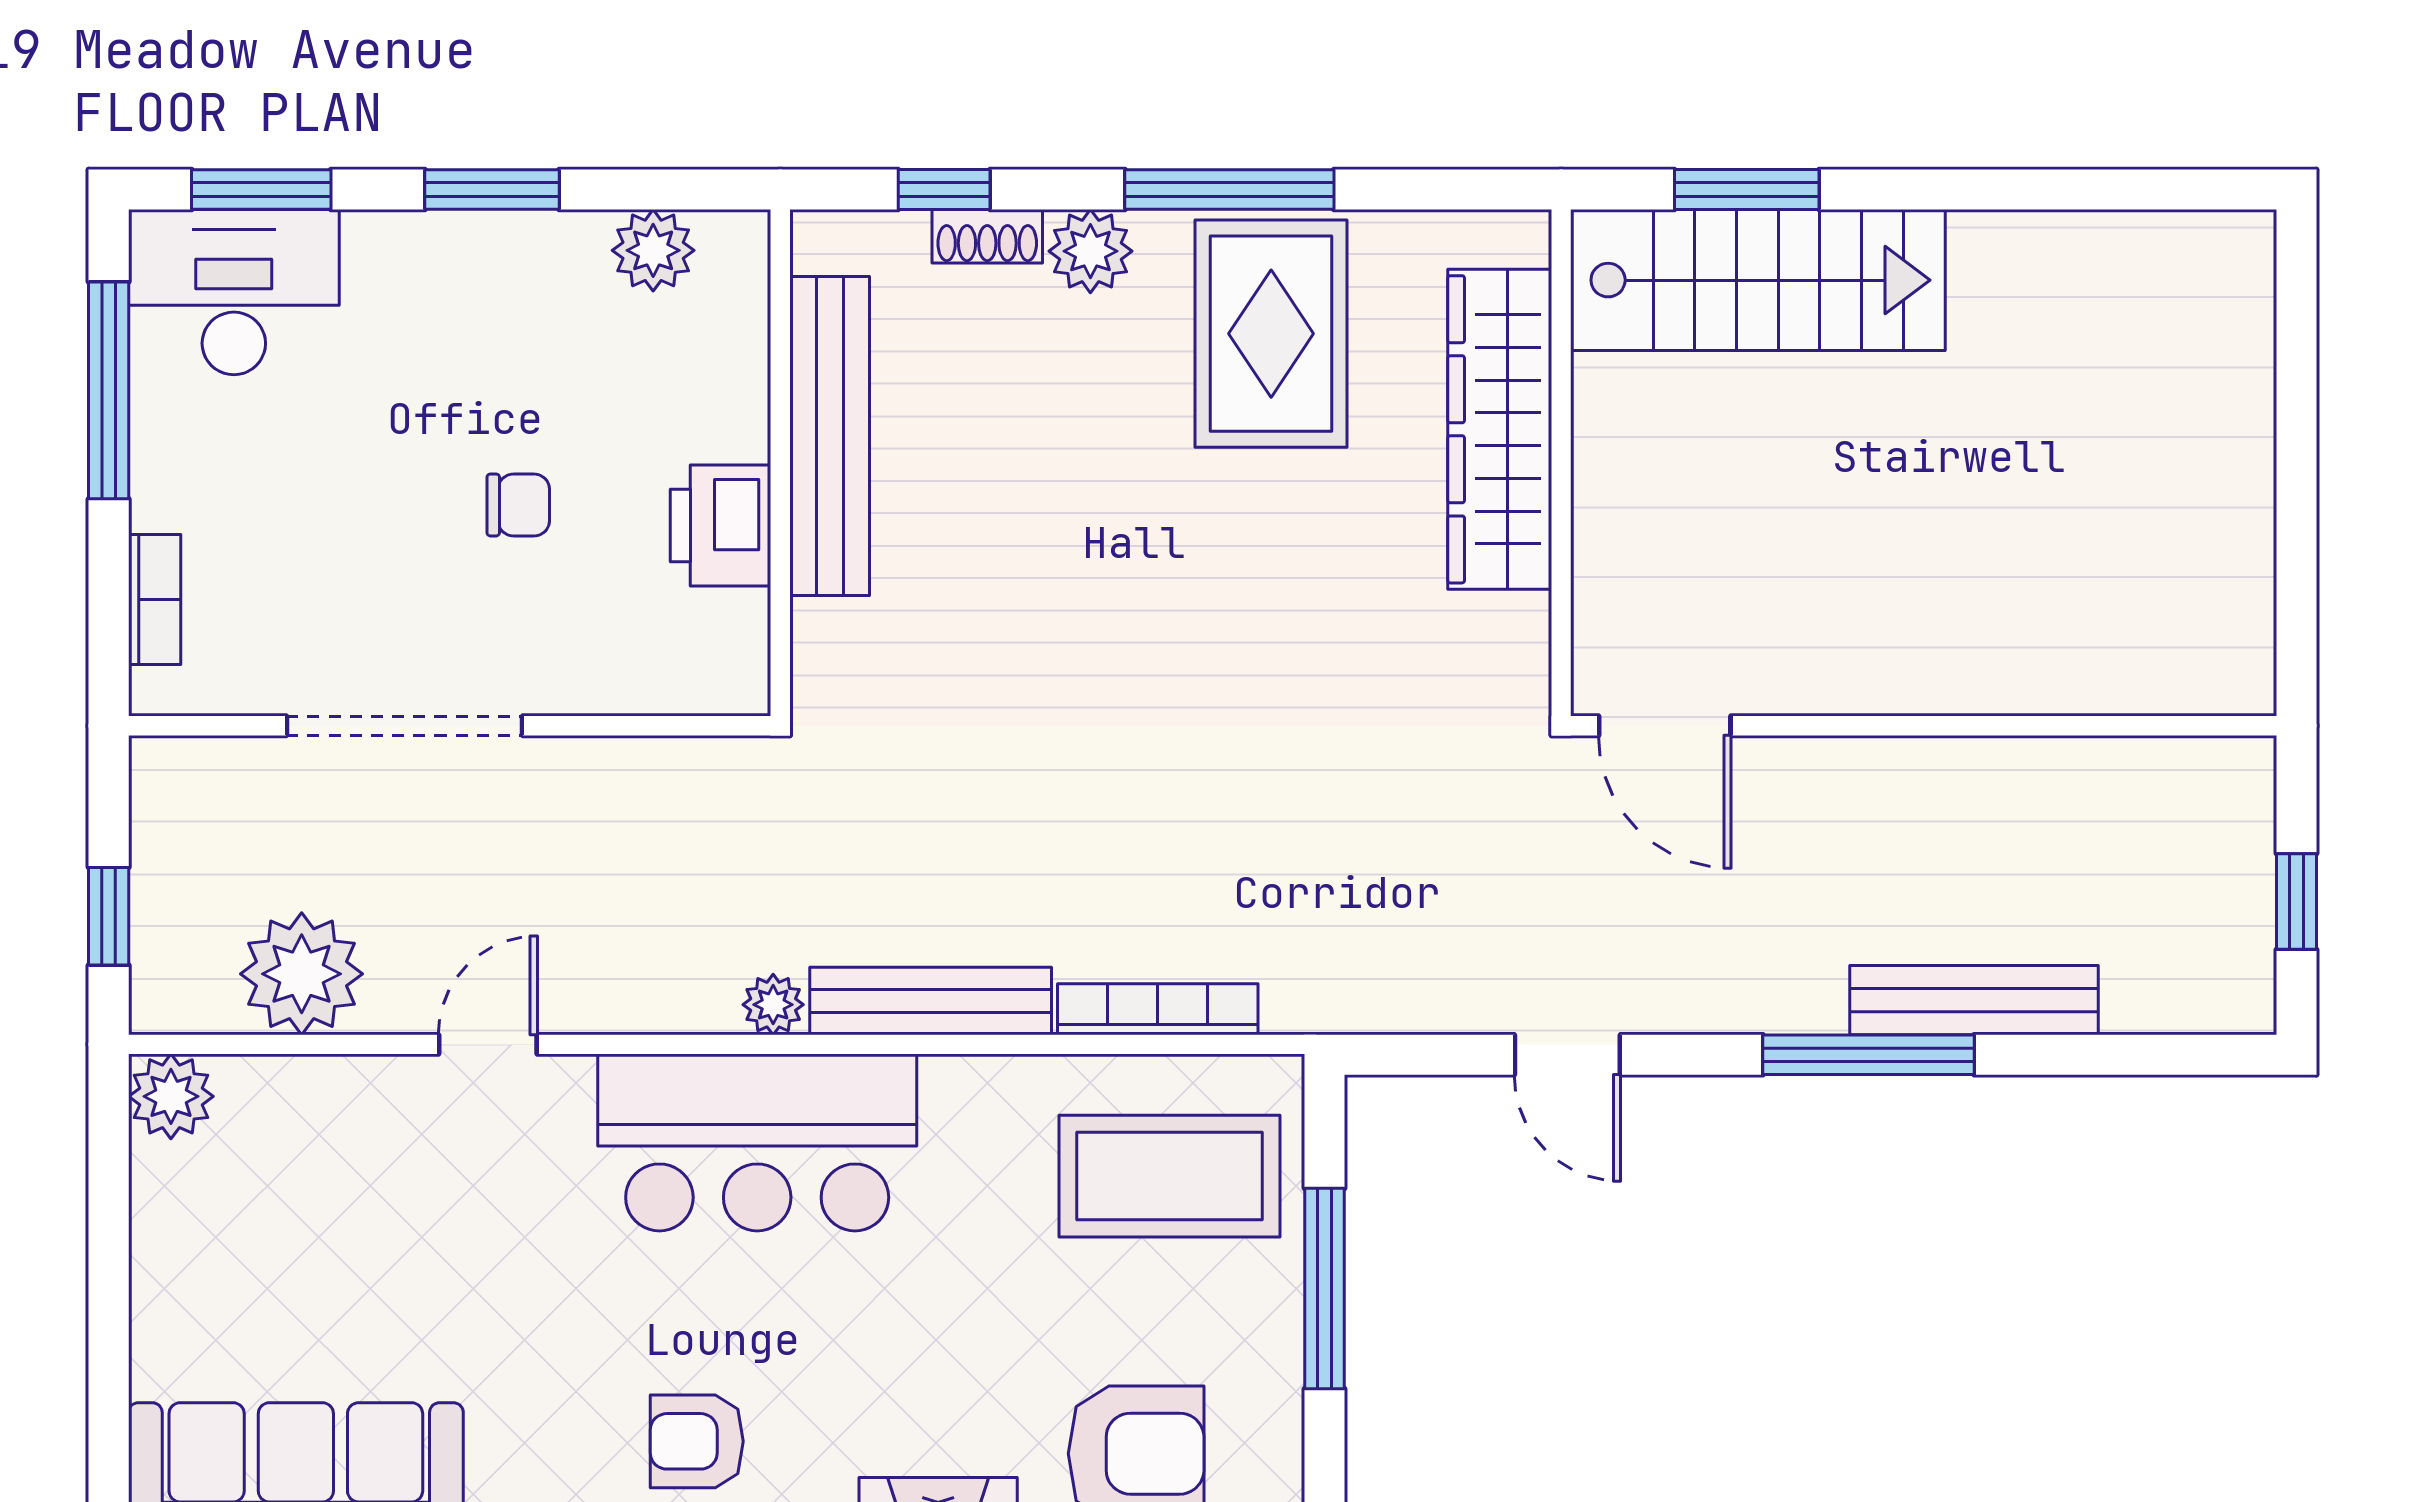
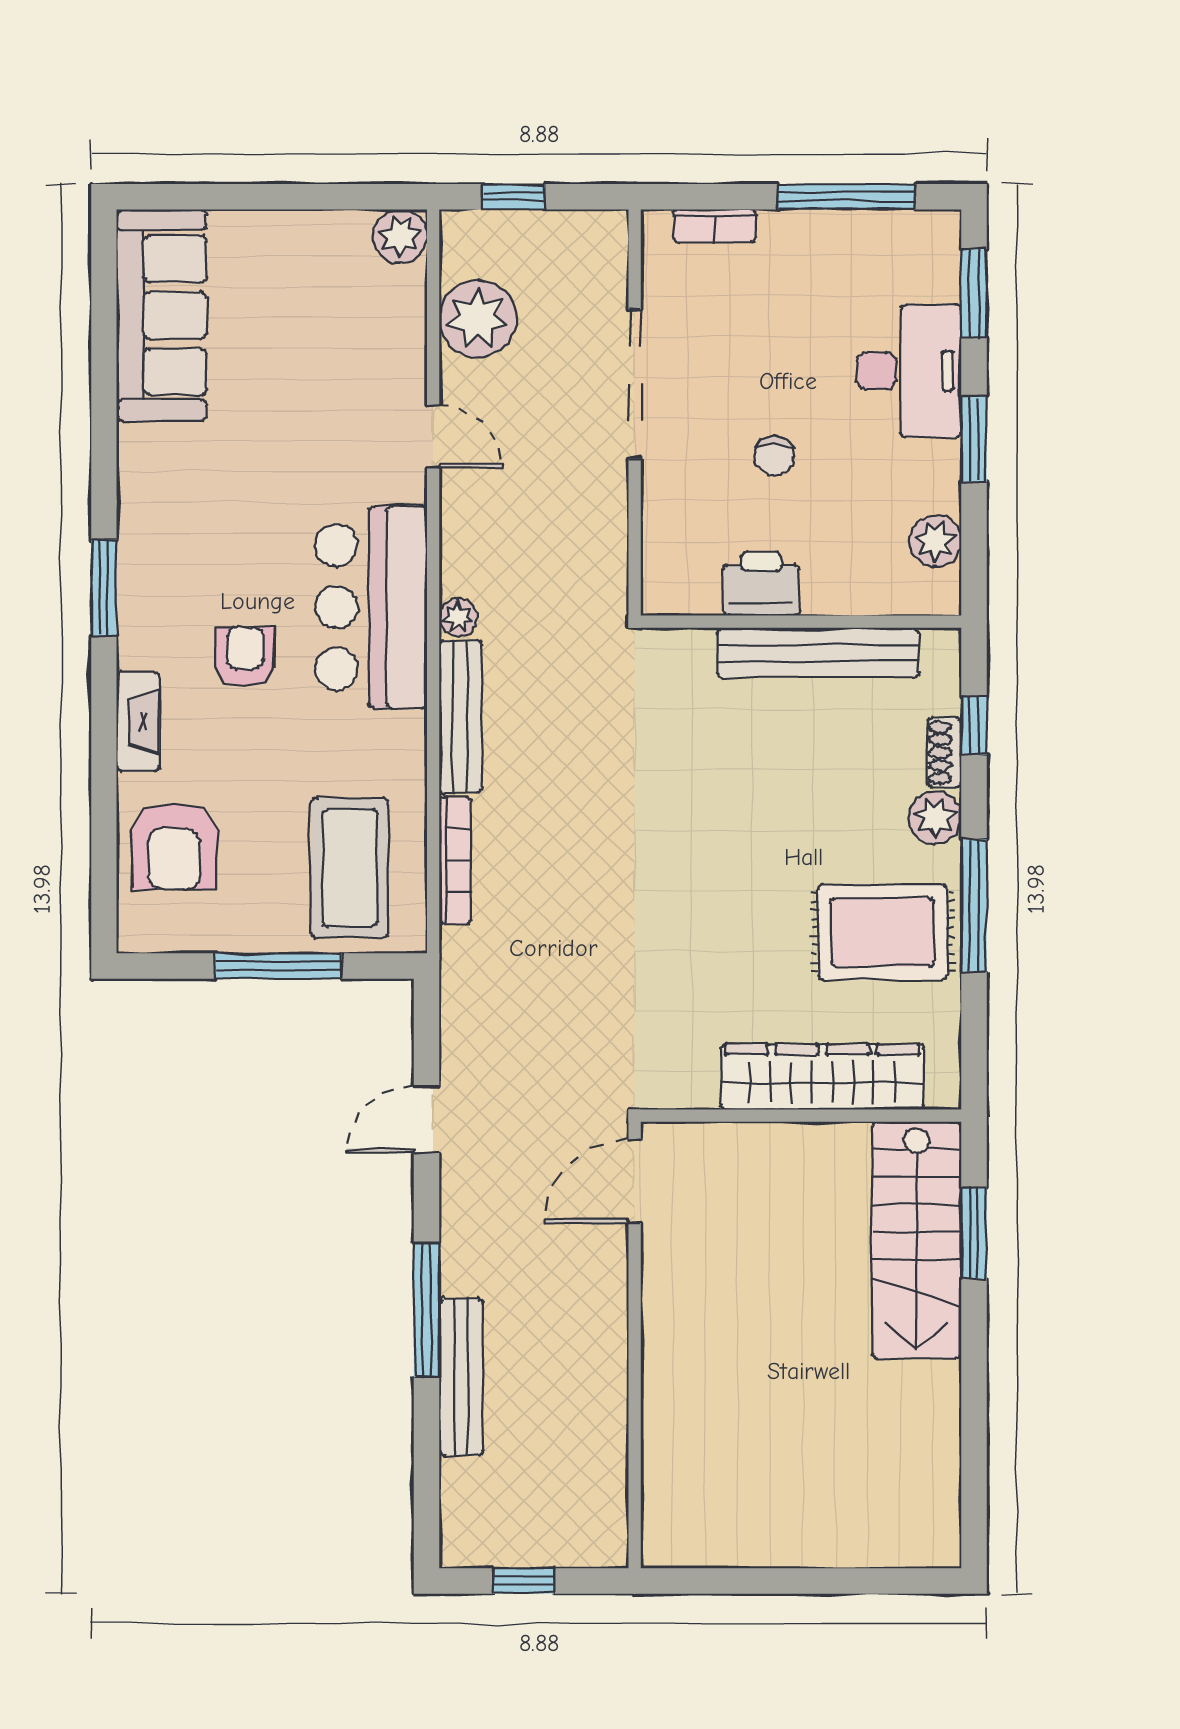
desk: (234, 292) -> (909, 371), moved
armchair: (697, 1441) -> (245, 657), moved

